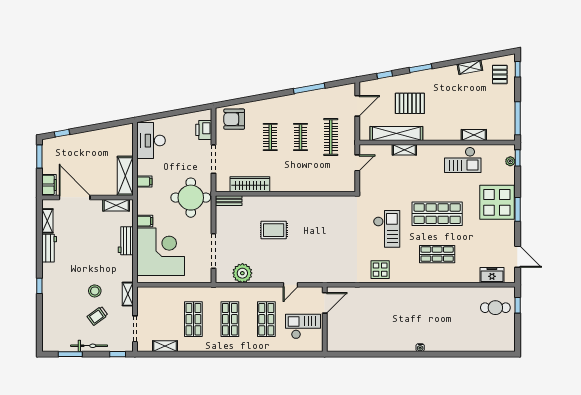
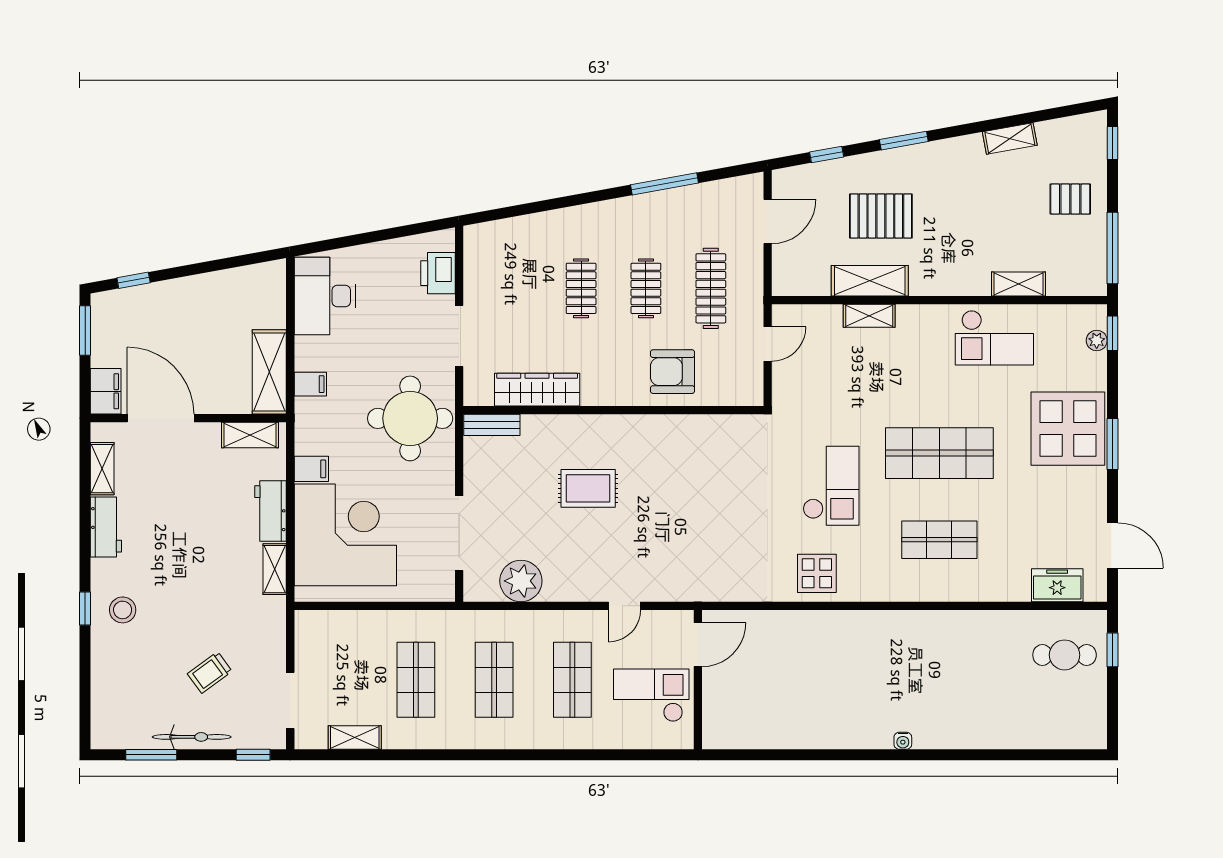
pallet: (500, 74) -> (1070, 199), moved, turned 90
armchair: (234, 119) -> (673, 372), moved
shelving: (396, 133) -> (870, 281), width x0.68
stool: (95, 291) -> (123, 610), moved
shelving: (128, 294) -> (275, 569), moved

